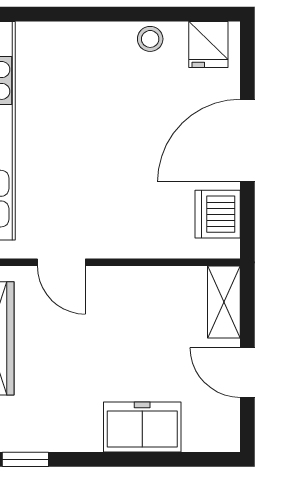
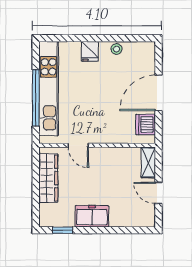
fridge: (208, 45) -> (90, 51), moved
freezer: (142, 427) -> (92, 216), moved

